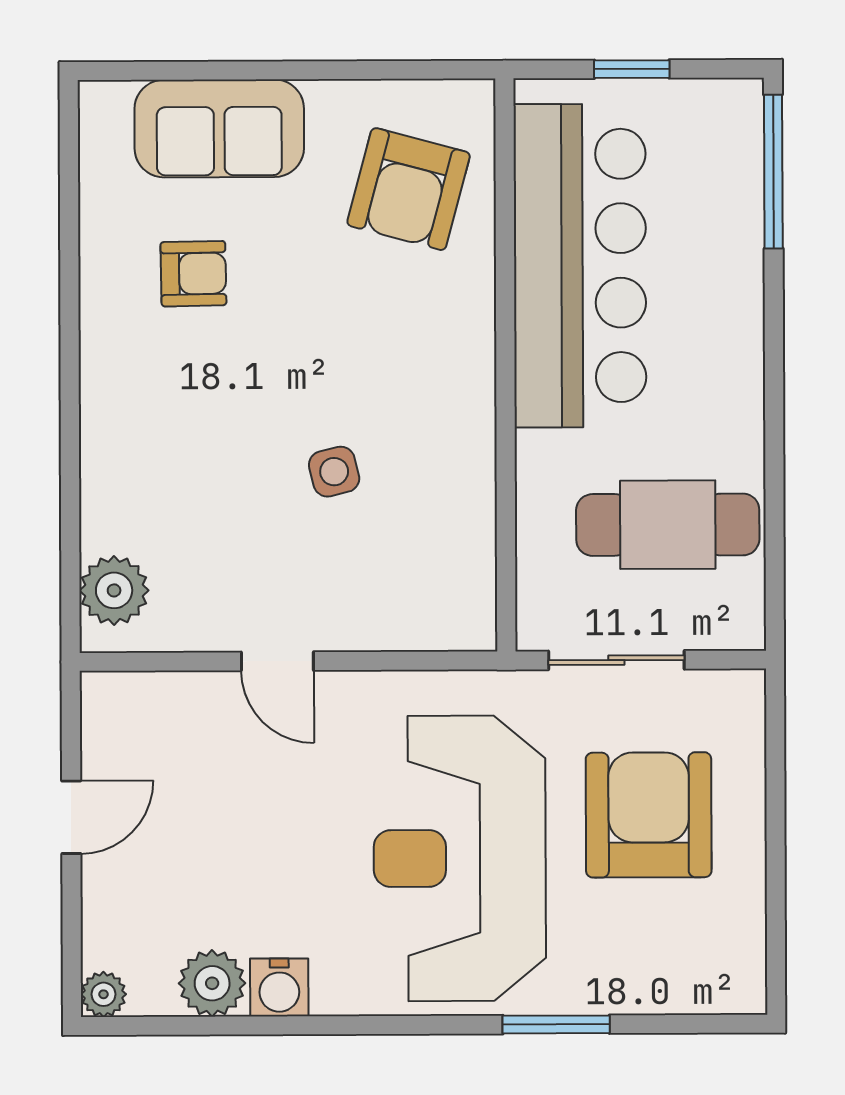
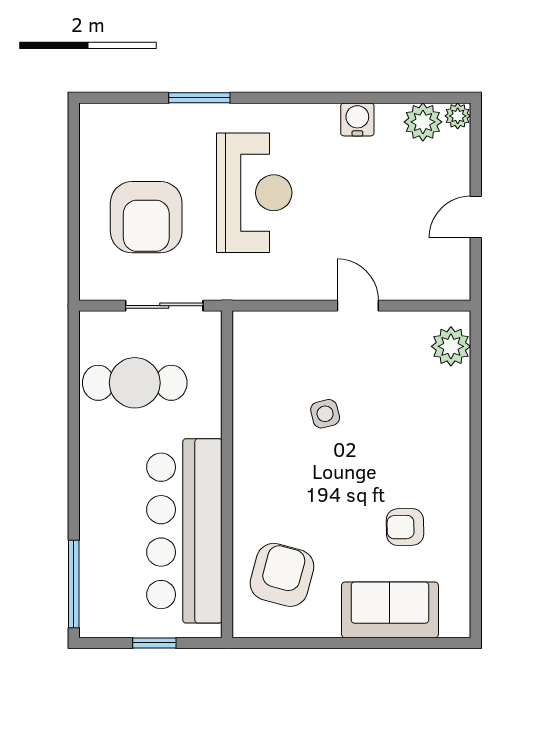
reception desk: (460, 858) -> (254, 193), width x0.74, depth x0.77
plant: (212, 983) -> (423, 122), moved

